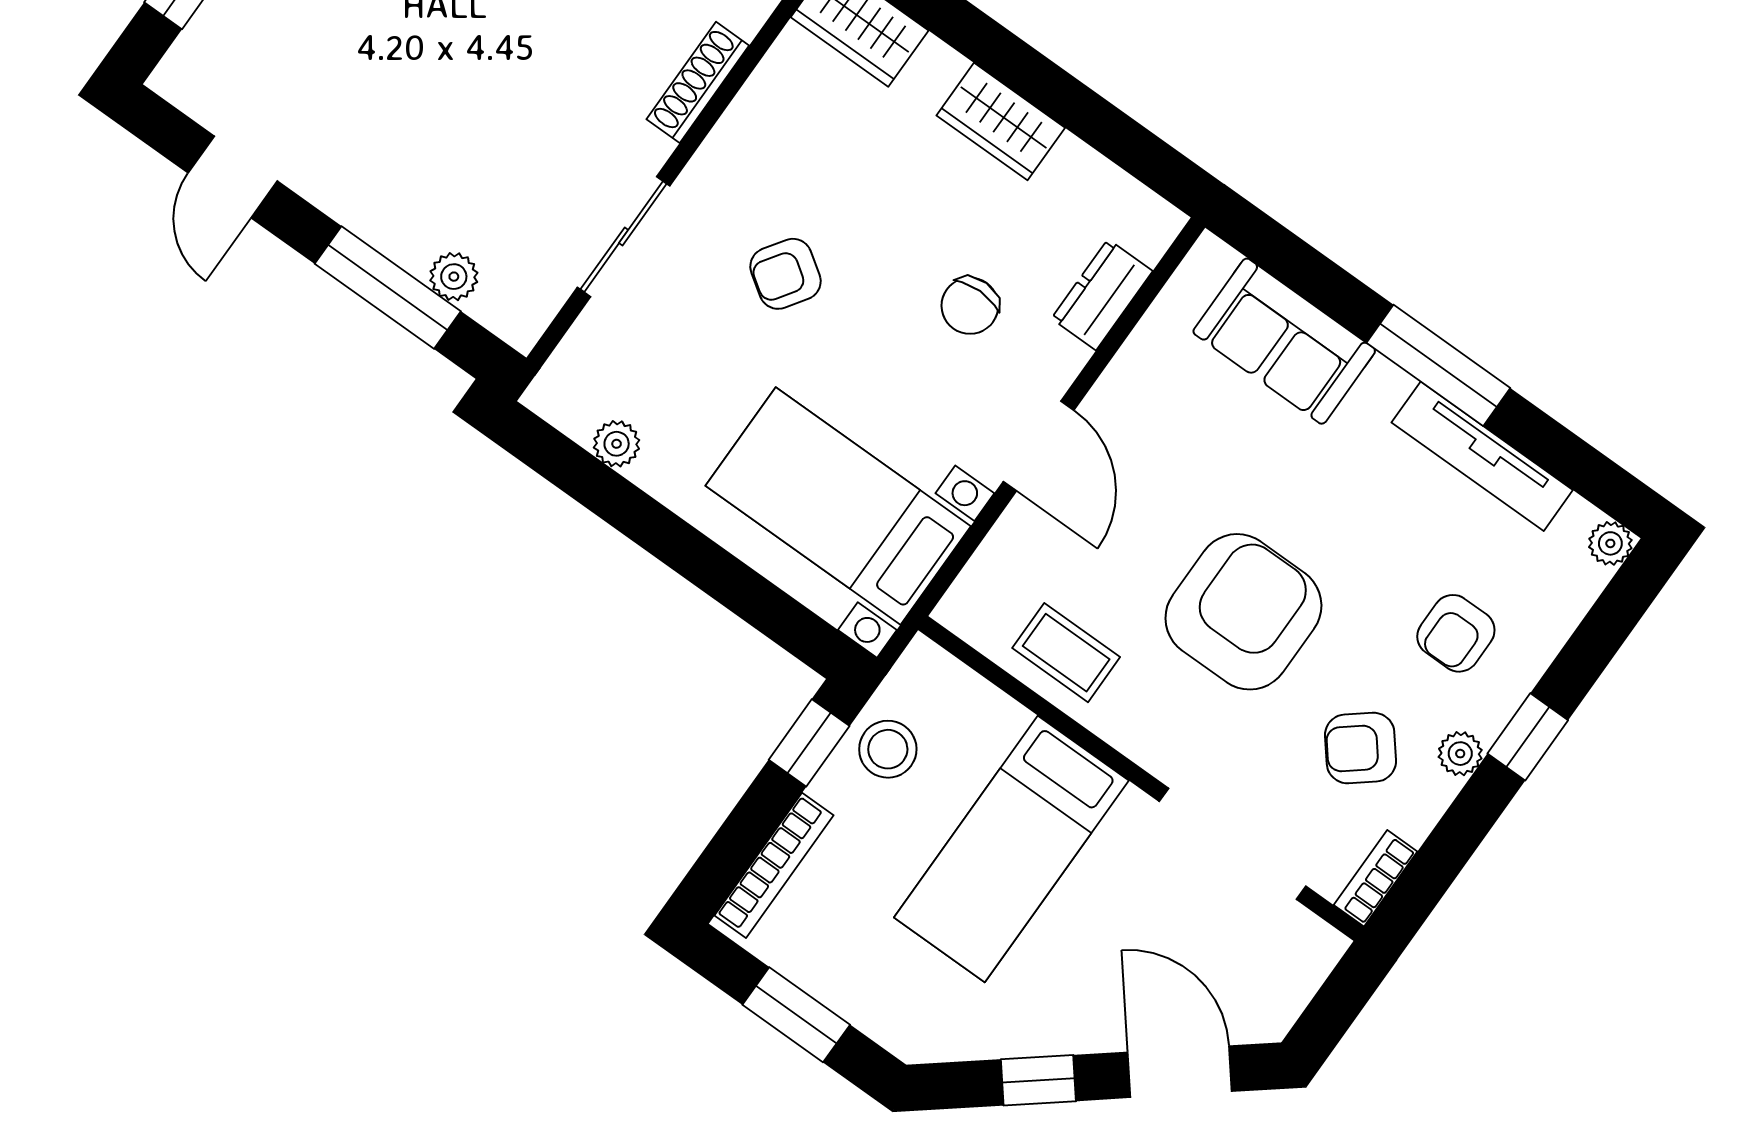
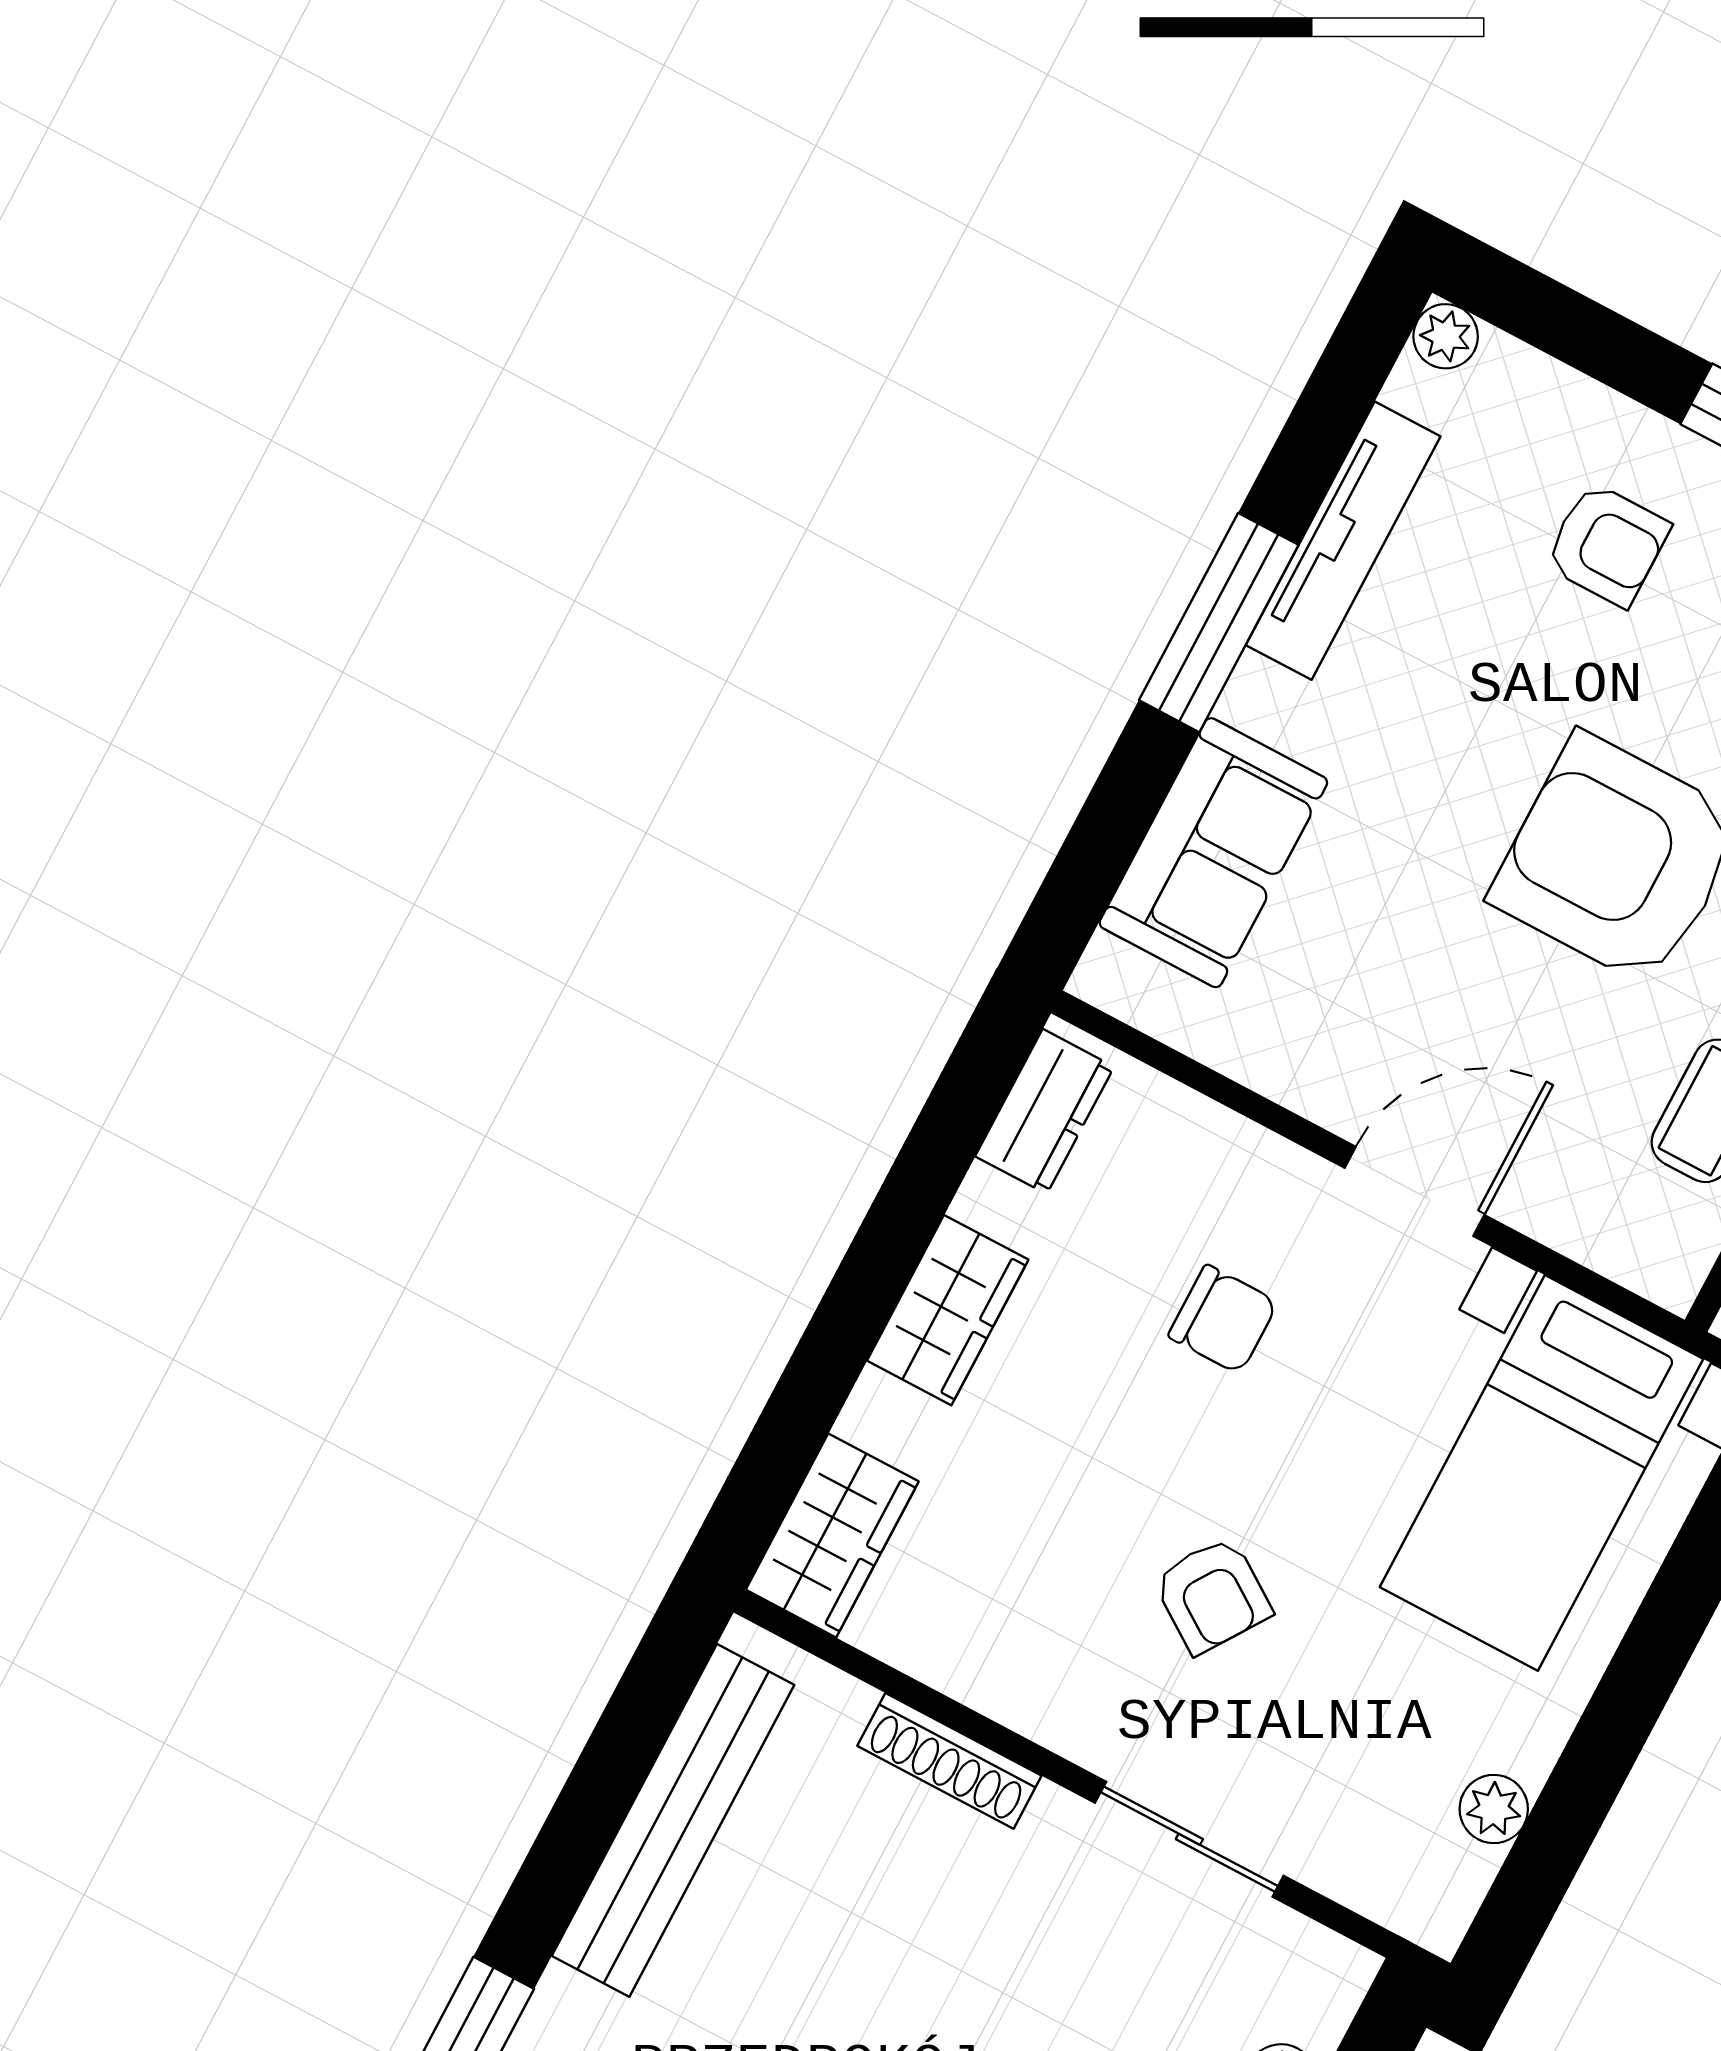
dresser: (1102, 295) -> (1045, 1112), moved, turned -90

